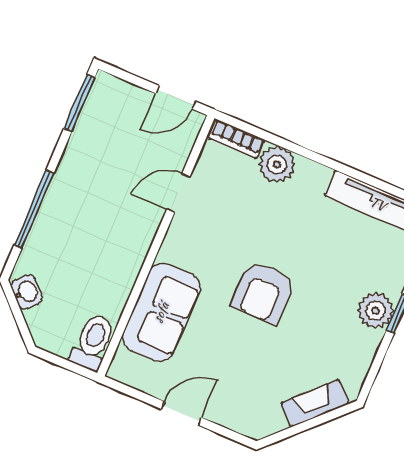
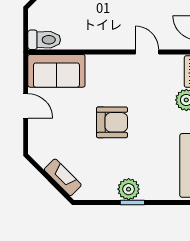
armchair: (263, 292) -> (112, 122), turned 180
sofa: (161, 312) -> (56, 71), moved

